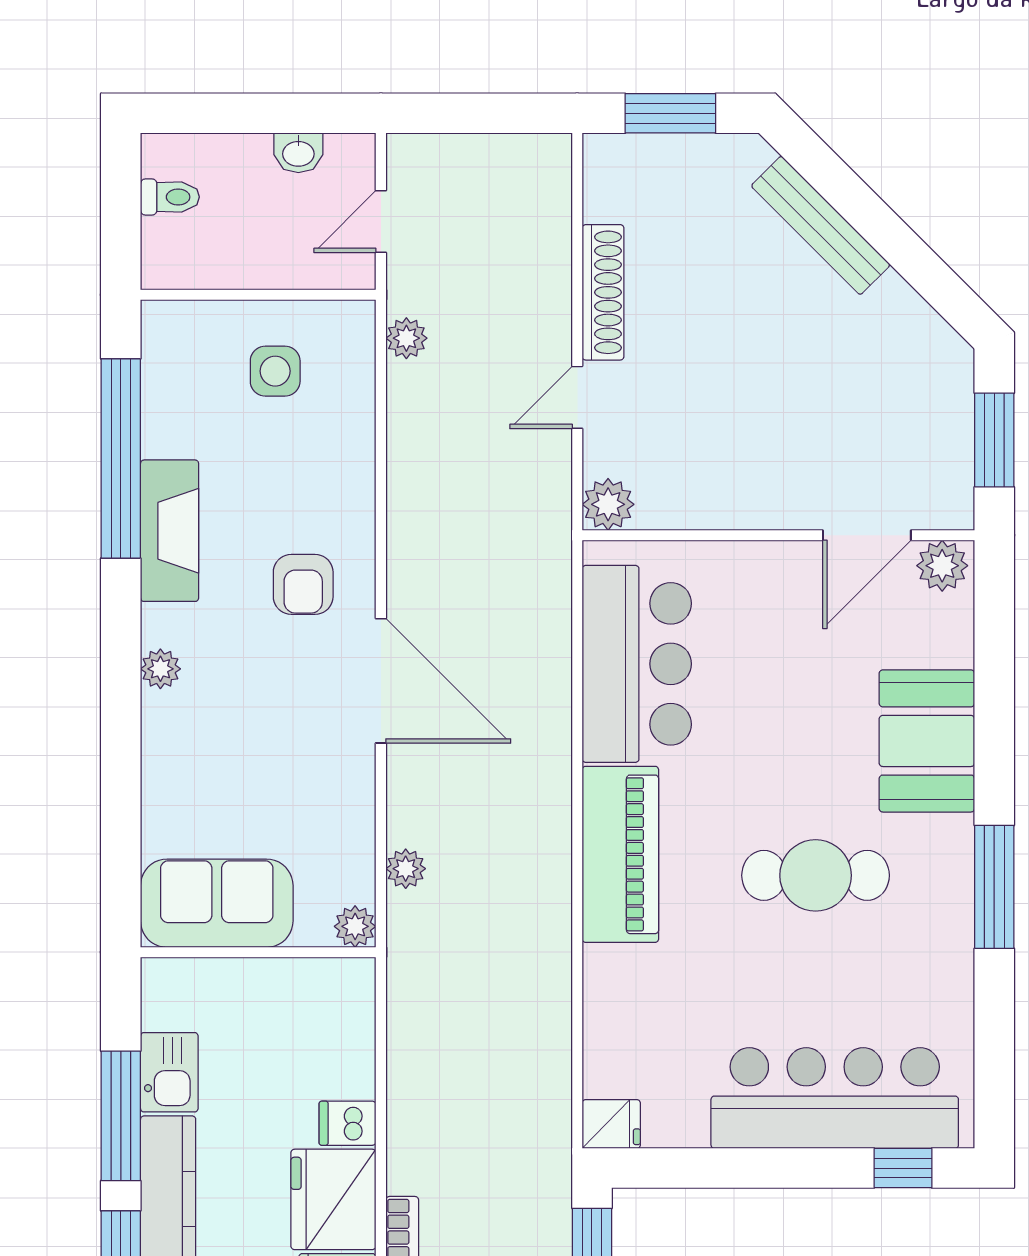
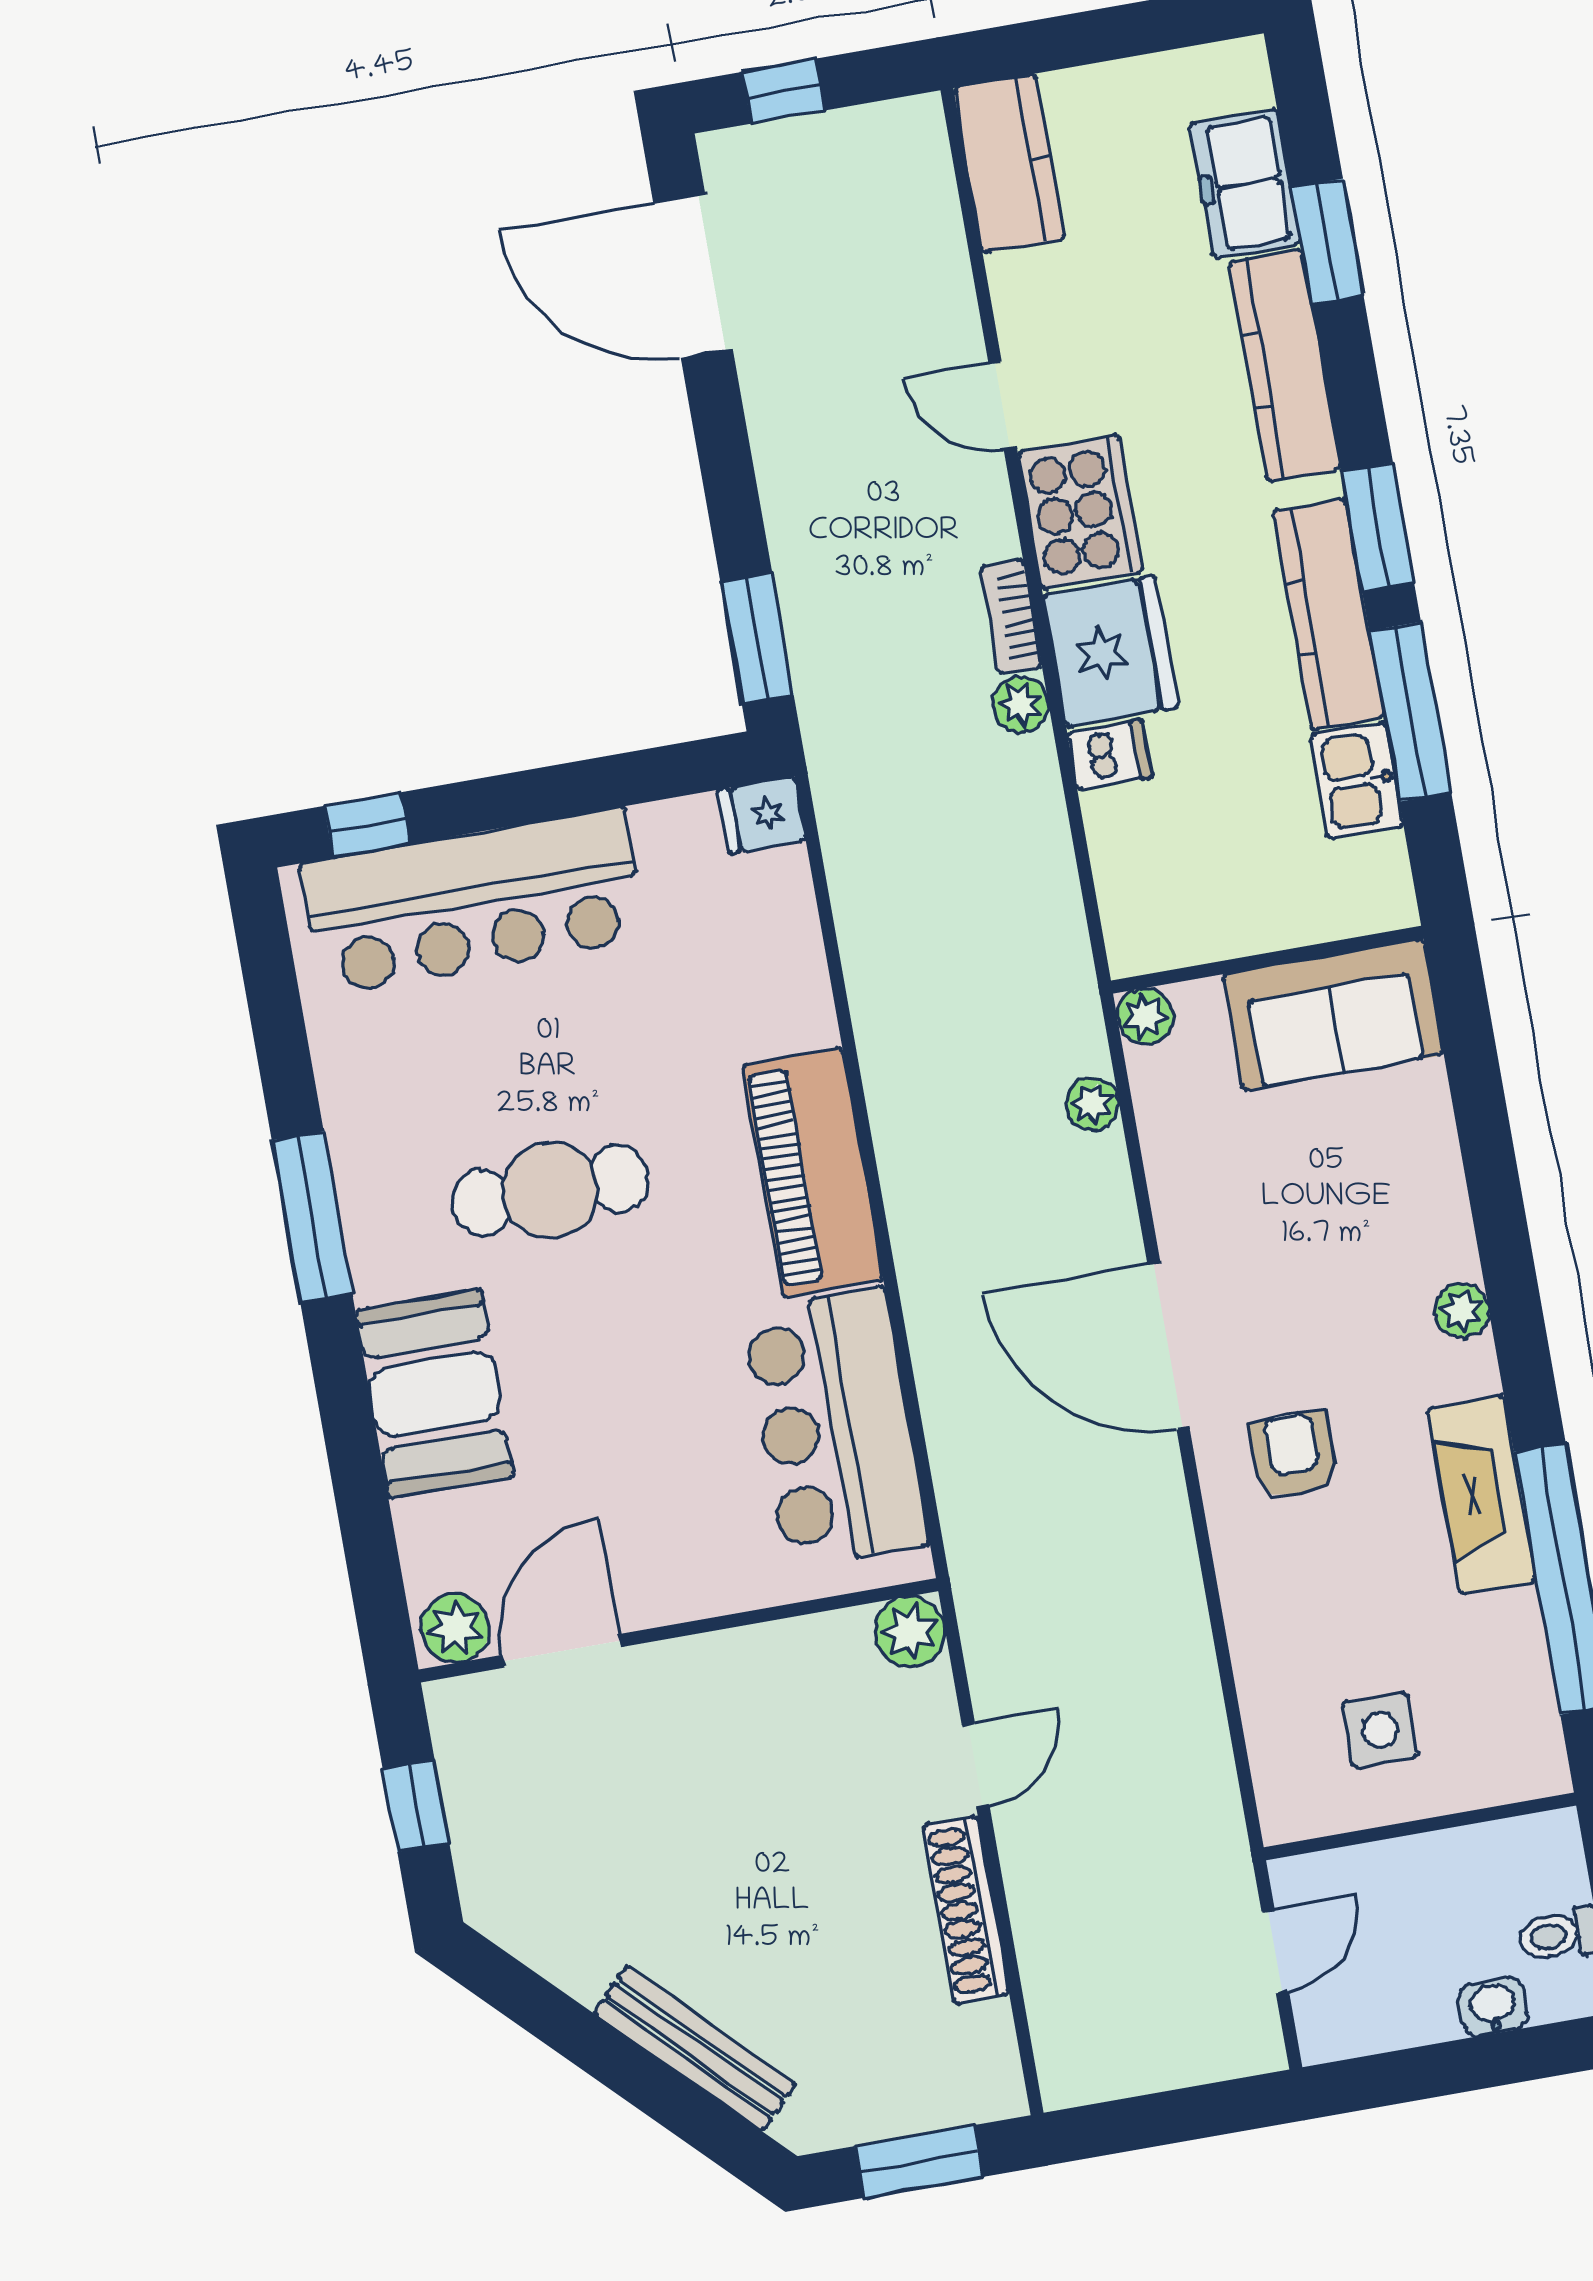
washbasin: (298, 153) -> (1493, 2007), moved
plant: (406, 338) -> (1021, 704), moved
window: (994, 440) -> (416, 1806), width x0.67

